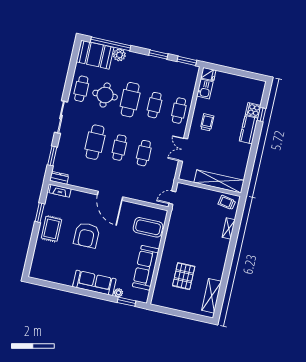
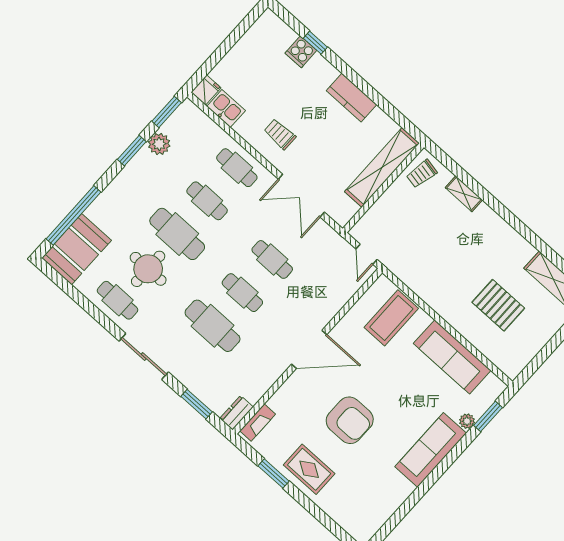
plant: (119, 55) -> (159, 144), moved
kitchen counter: (249, 130) -> (352, 98), moved
double door: (183, 150) -> (301, 196), width x1.37

